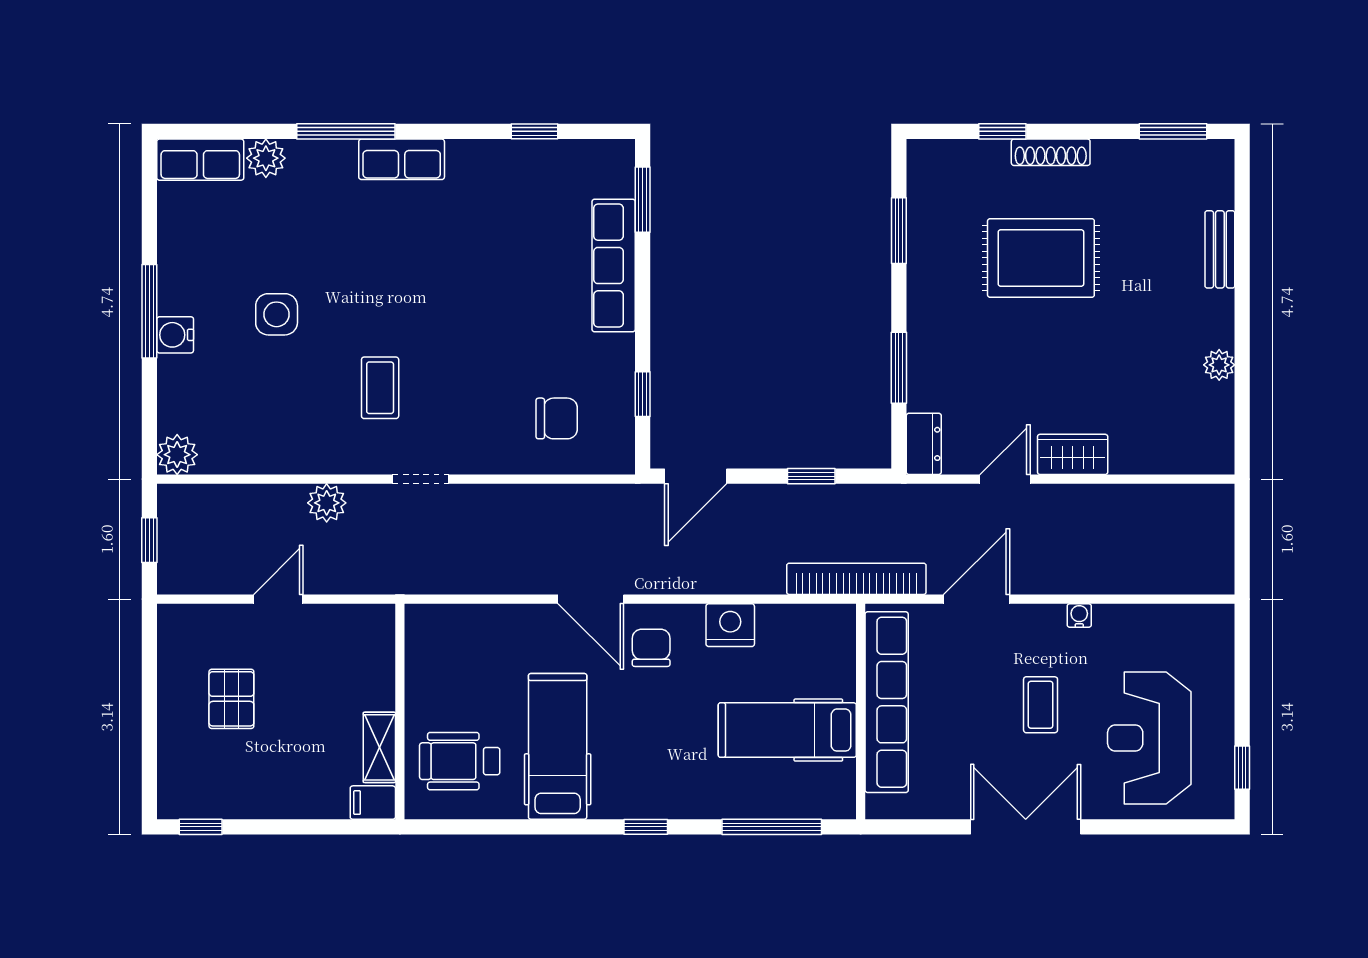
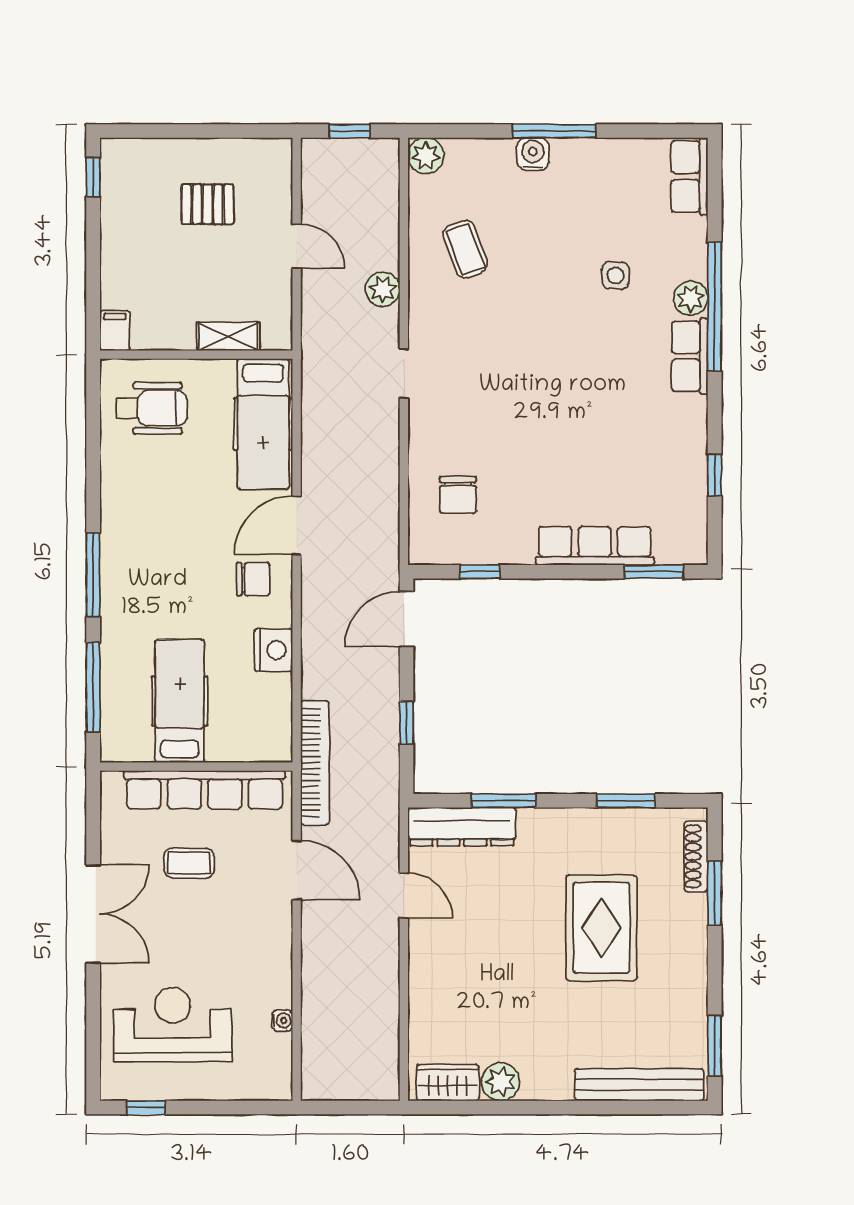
window: (346, 131) -> (715, 307), width x1.46
window: (1002, 131) -> (715, 893), width x1.50
shoe rack: (1051, 152) -> (696, 856), moved
plant: (266, 158) -> (691, 298), moved
bench: (1220, 249) -> (639, 1085), width x1.86, depth x1.21
side table: (277, 314) -> (616, 276), moved, width x0.73, depth x0.73
plant: (1219, 365) -> (501, 1082), width x1.38, depth x1.38
coffee table: (380, 388) -> (465, 249), moved, turned 70
dresser: (924, 444) -> (462, 827), width x1.96, depth x1.24
wardrobe: (1073, 454) -> (448, 1083), moved, turned -90
door: (696, 476) -> (407, 619), hinge flipped
water cooler: (1079, 616) -> (282, 1021), moved
coffee table: (1041, 705) -> (189, 863), moved
hospital bed: (558, 746) -> (263, 424), moved, turned 90
shelving: (379, 747) -> (228, 336), moved
wheelchair: (460, 761) -> (152, 408), turned 90
window: (646, 827) -> (93, 575), width x2.17

